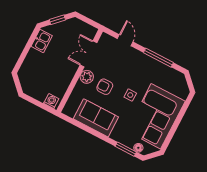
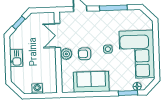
kitchen sink: (42, 41) -> (16, 58), moved
washing machine: (51, 101) -> (37, 89), moved

